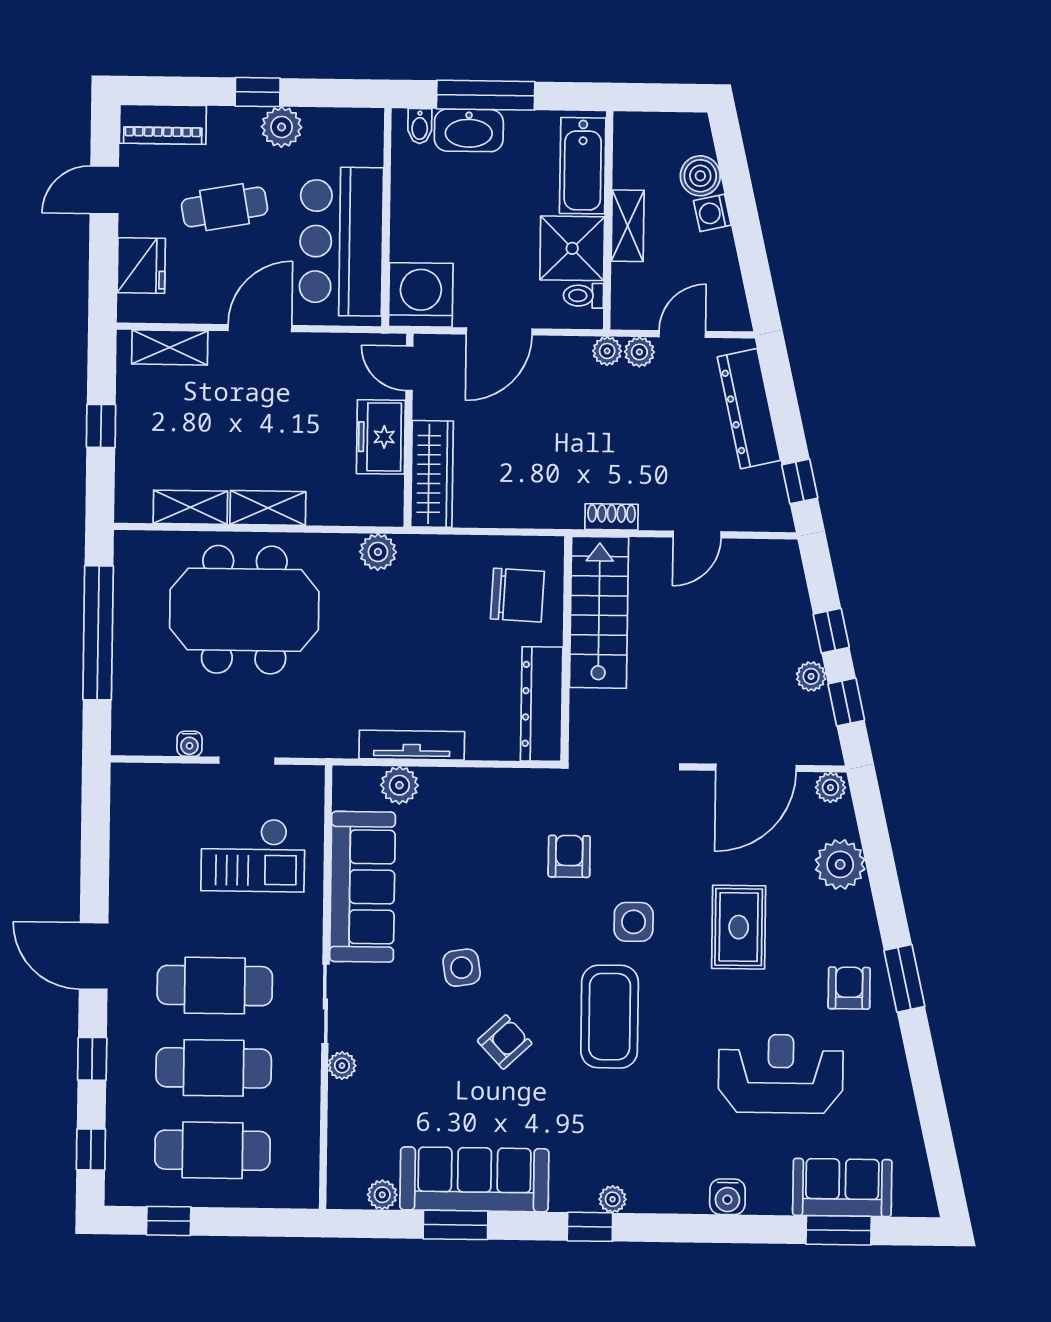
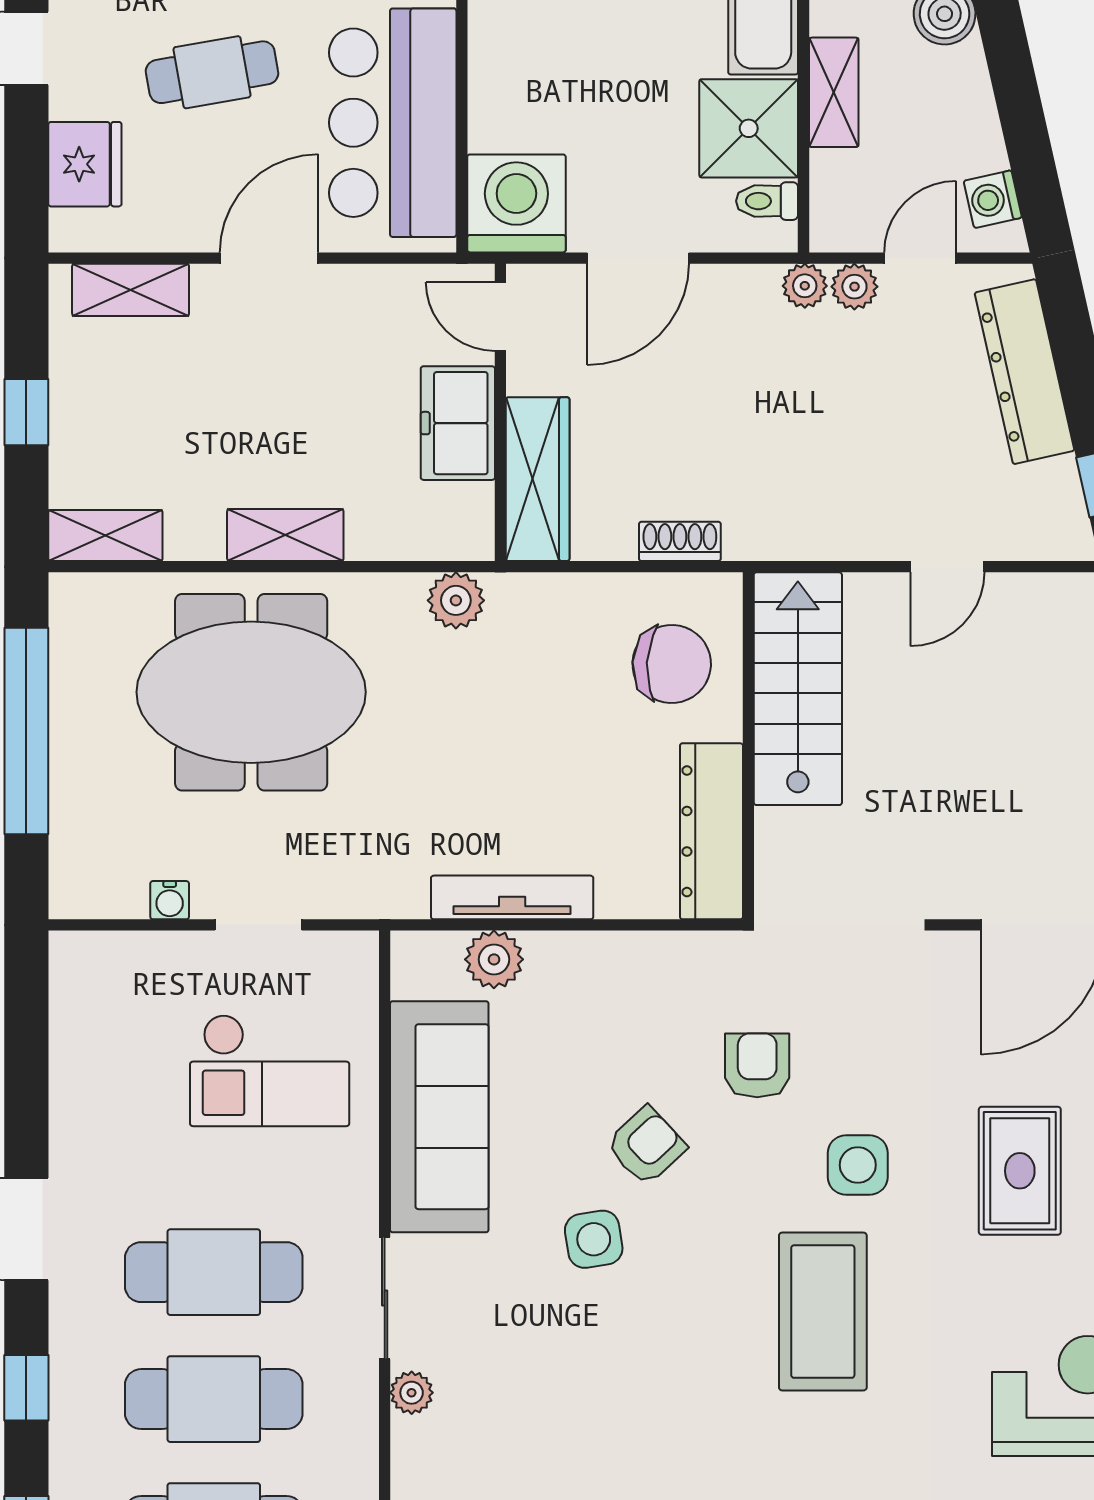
washing machine: (712, 213) -> (993, 199), moved
shelving: (190, 507) -> (105, 535), moved
shoe rack: (612, 517) -> (680, 541), moved
armchair: (505, 1042) -> (646, 1146), moved

